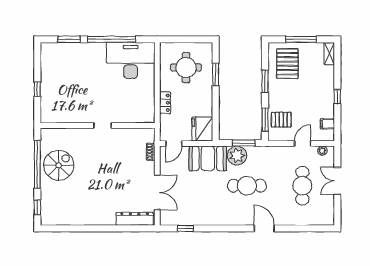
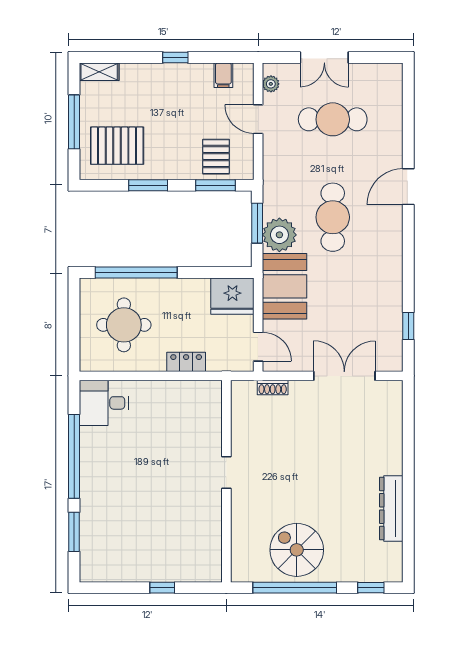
desk: (131, 60) -> (104, 403), width x0.53, depth x0.77
window: (216, 74) -> (136, 273), width x2.11
dresser: (135, 219) -> (391, 508), moved

